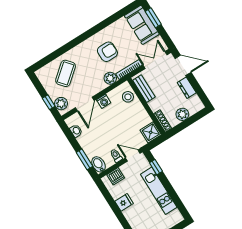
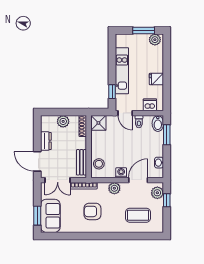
coffee table: (66, 73) -> (138, 215), turned 40
plant: (110, 78) -> (114, 188), moved

